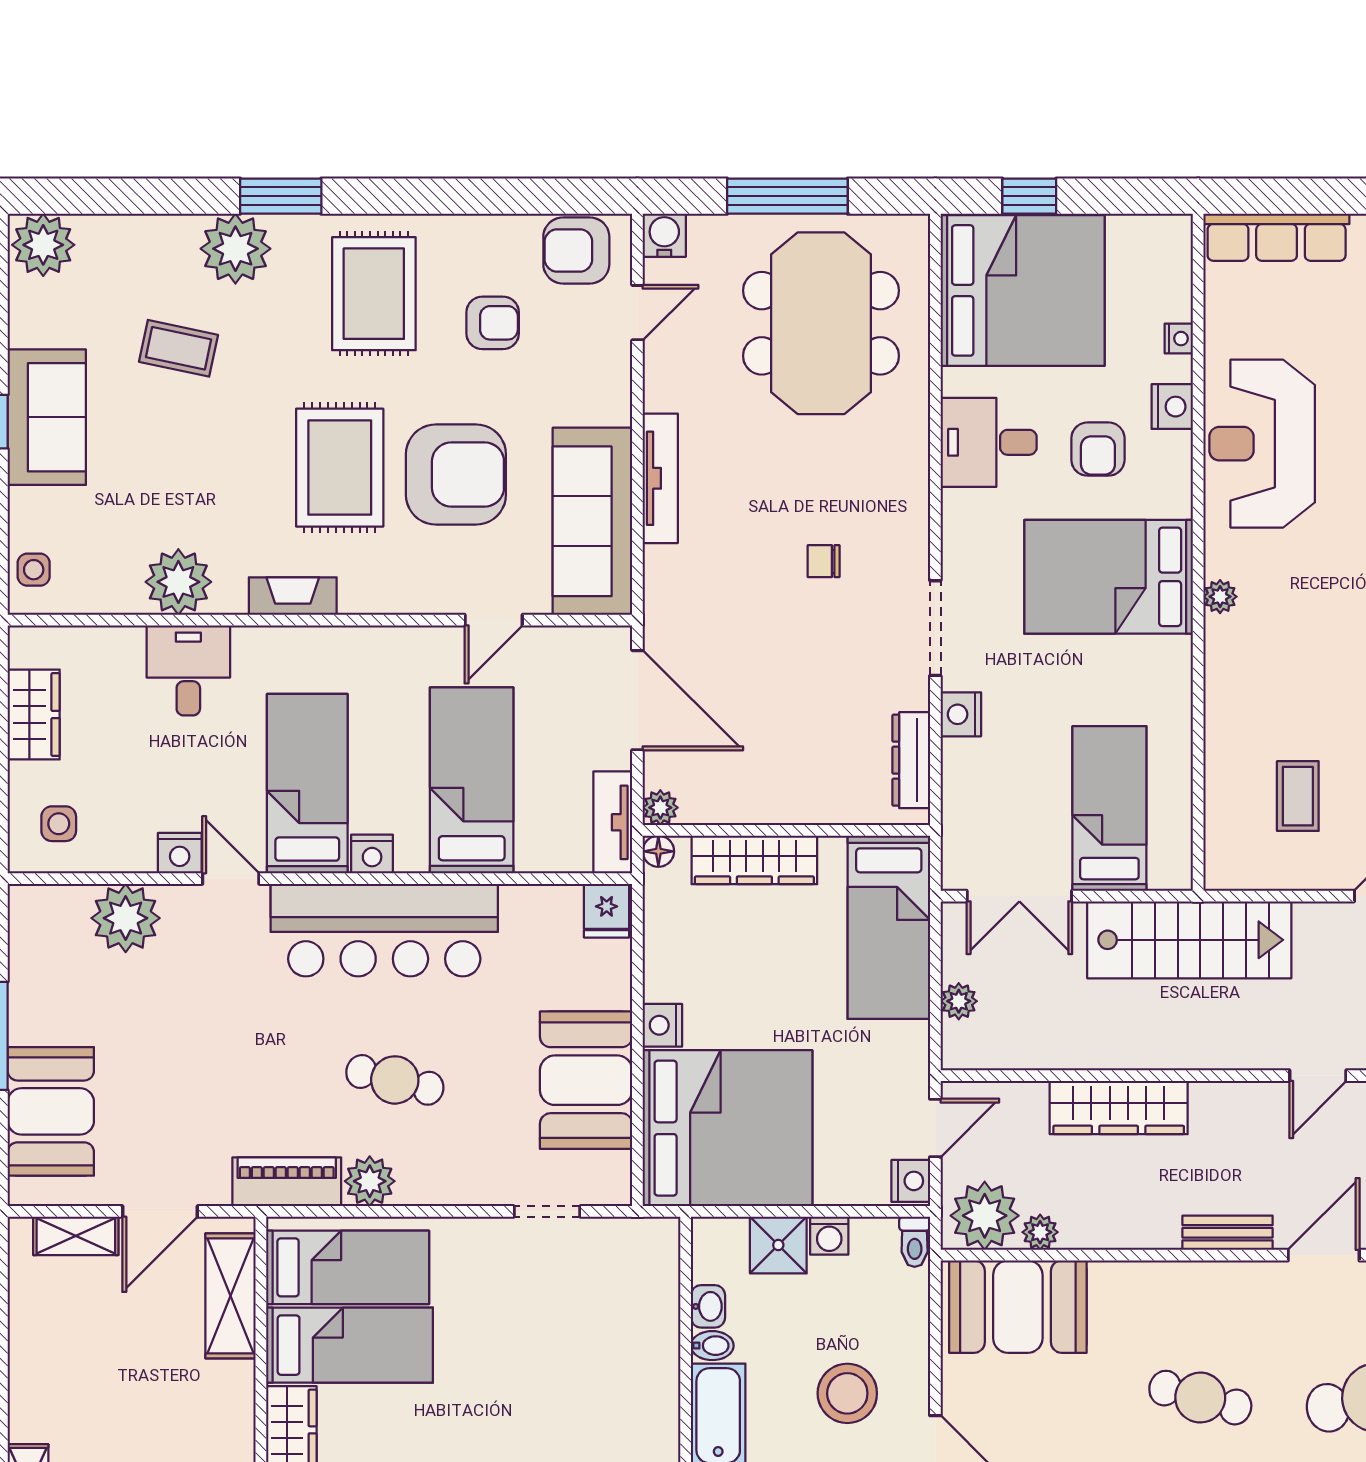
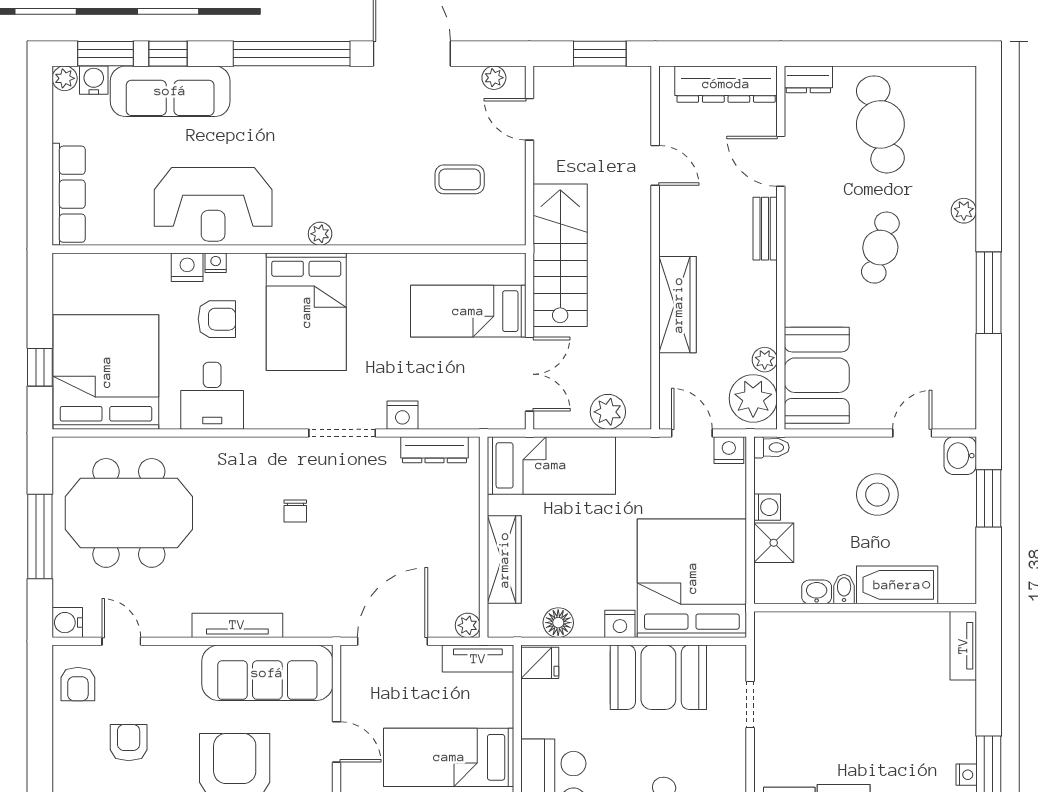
armchair: (576, 250) -> (78, 684), width x0.72, depth x0.72
nightstand: (1179, 339) -> (216, 263), moved
floor lamp: (658, 851) -> (558, 623), moved, width x1.37, depth x1.37
plant: (959, 1001) -> (608, 412), width x1.38, depth x1.38

